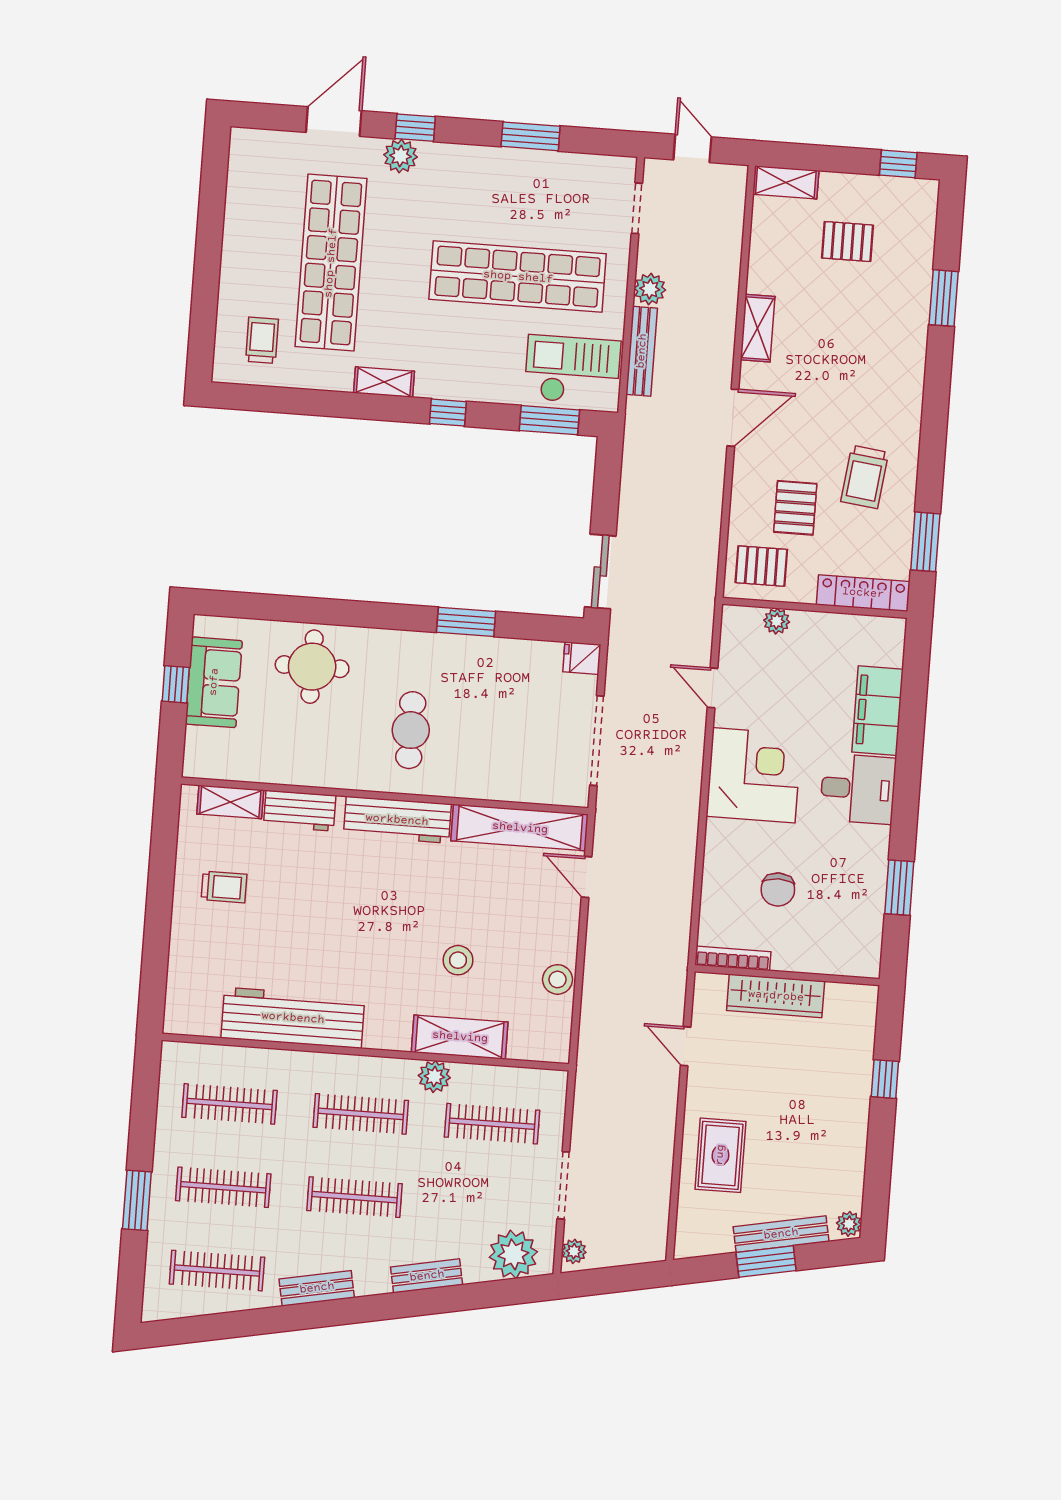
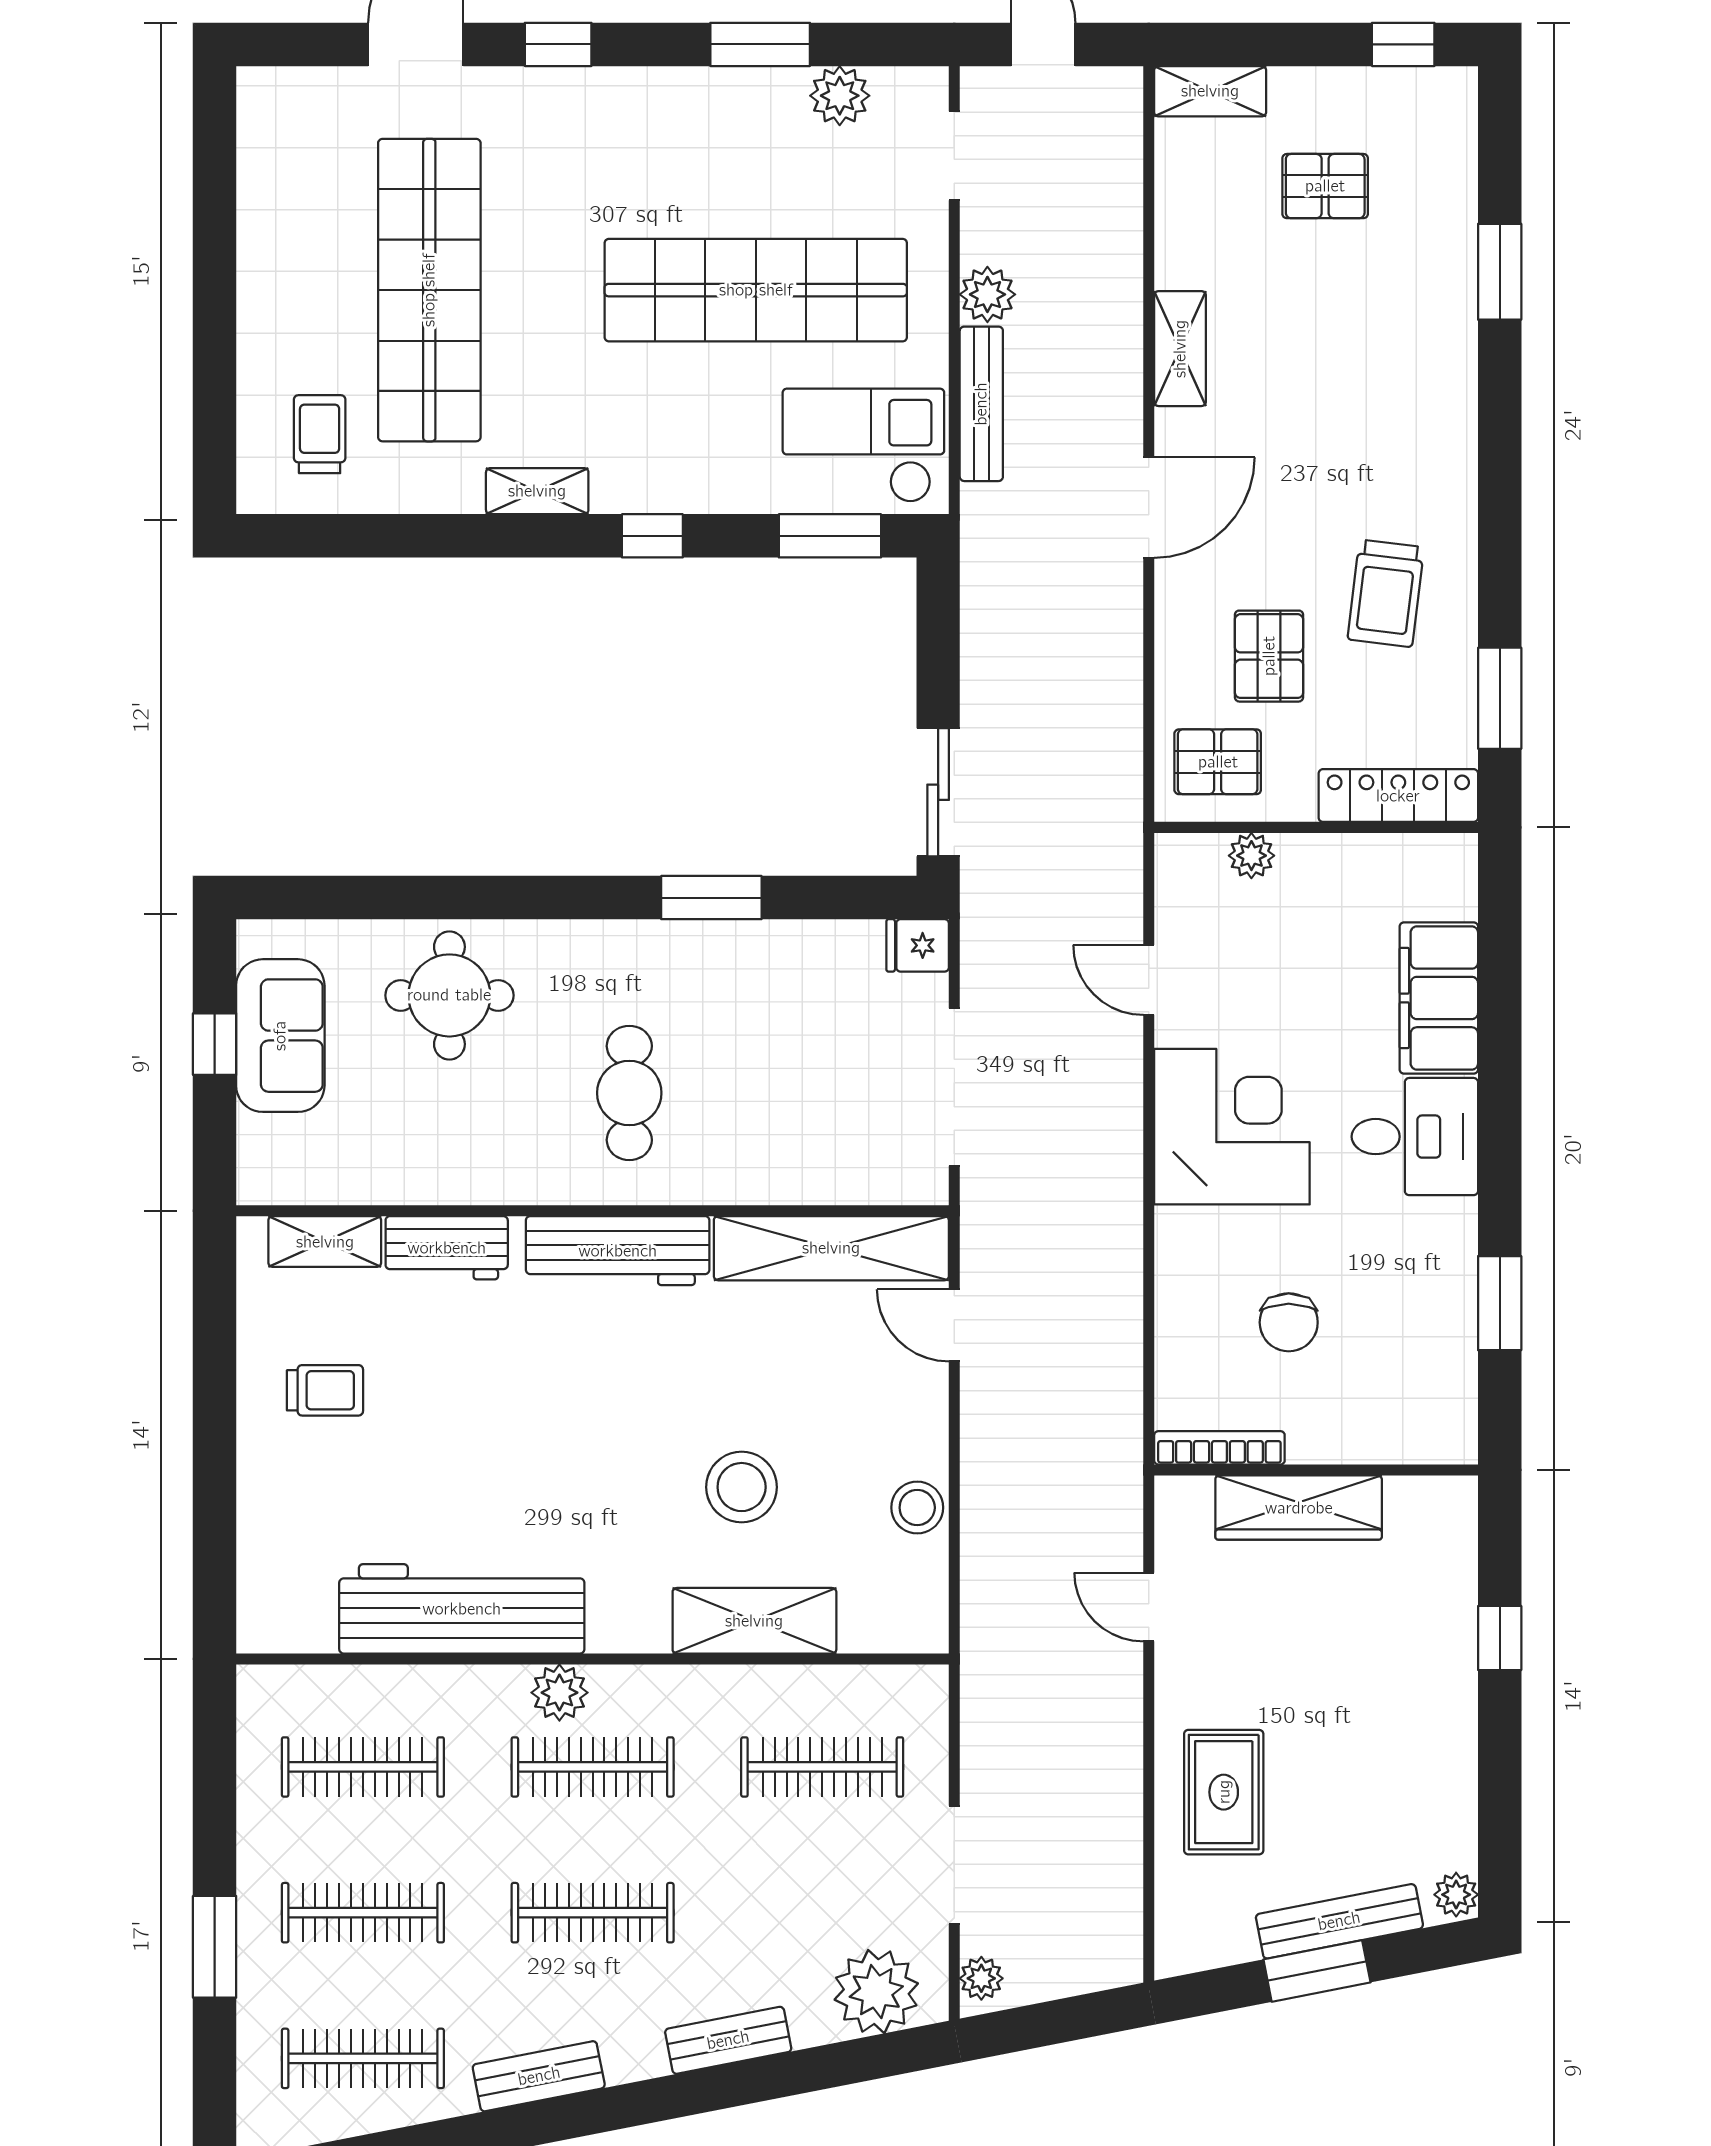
plant: (400, 156) -> (840, 96), moved
stool: (458, 960) -> (742, 1487), width x1.38, depth x1.38
plant: (434, 1077) -> (559, 1693), moved

